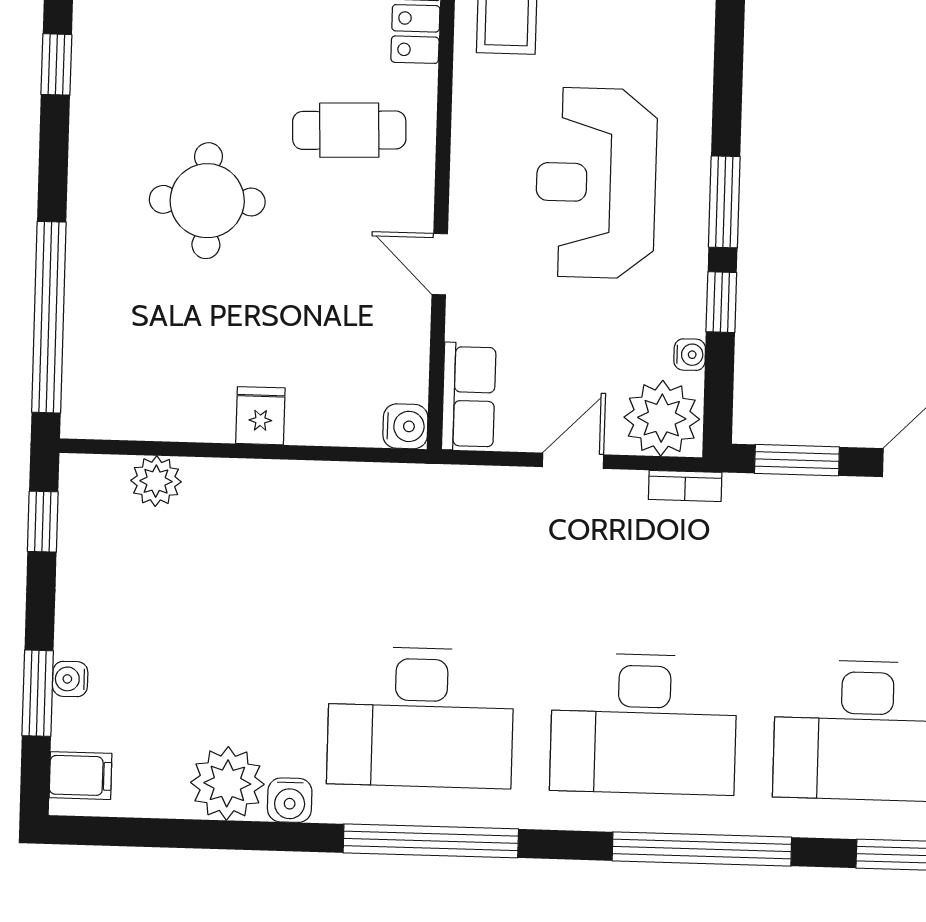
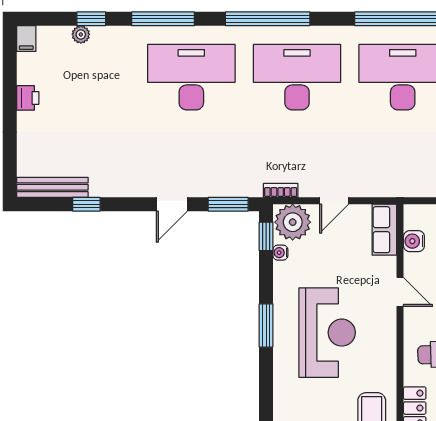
window: (721, 302) -> (266, 236), moved
water cooler: (405, 426) -> (414, 241), moved

